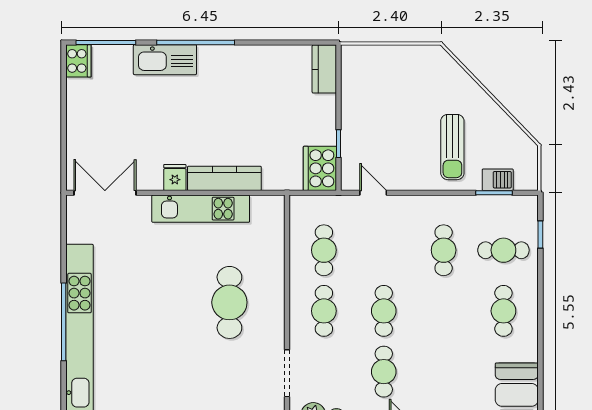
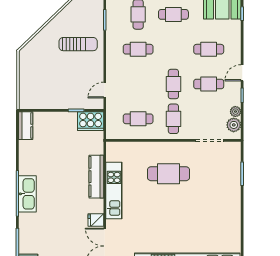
kitchen sink: (165, 60) -> (27, 194), moved
kitchen counter: (324, 69) -> (26, 126), moved, turned -90
fridge: (175, 177) -> (96, 220), moved
barbecue: (498, 180) -> (97, 18), removed
cafe table: (324, 311) -> (173, 119), turned 90
cafe table: (384, 311) -> (173, 84), turned 90
cafe table: (444, 372) -> (209, 49), added

